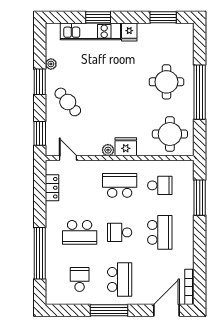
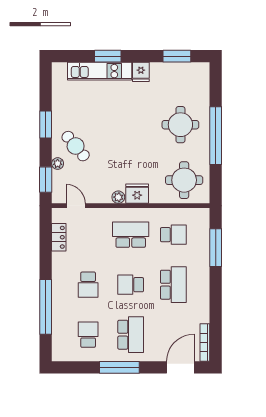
plant: (51, 64) -> (58, 164), moved
school desk: (80, 232) -> (88, 285), width x0.54

